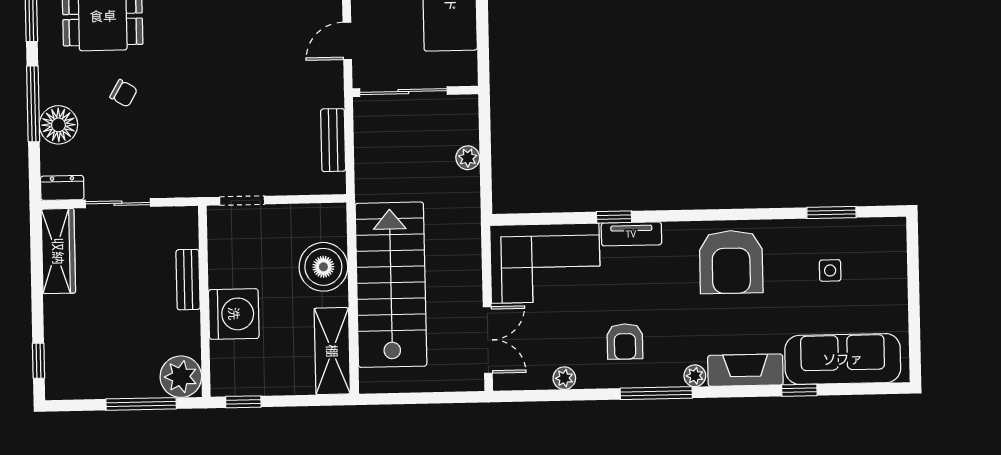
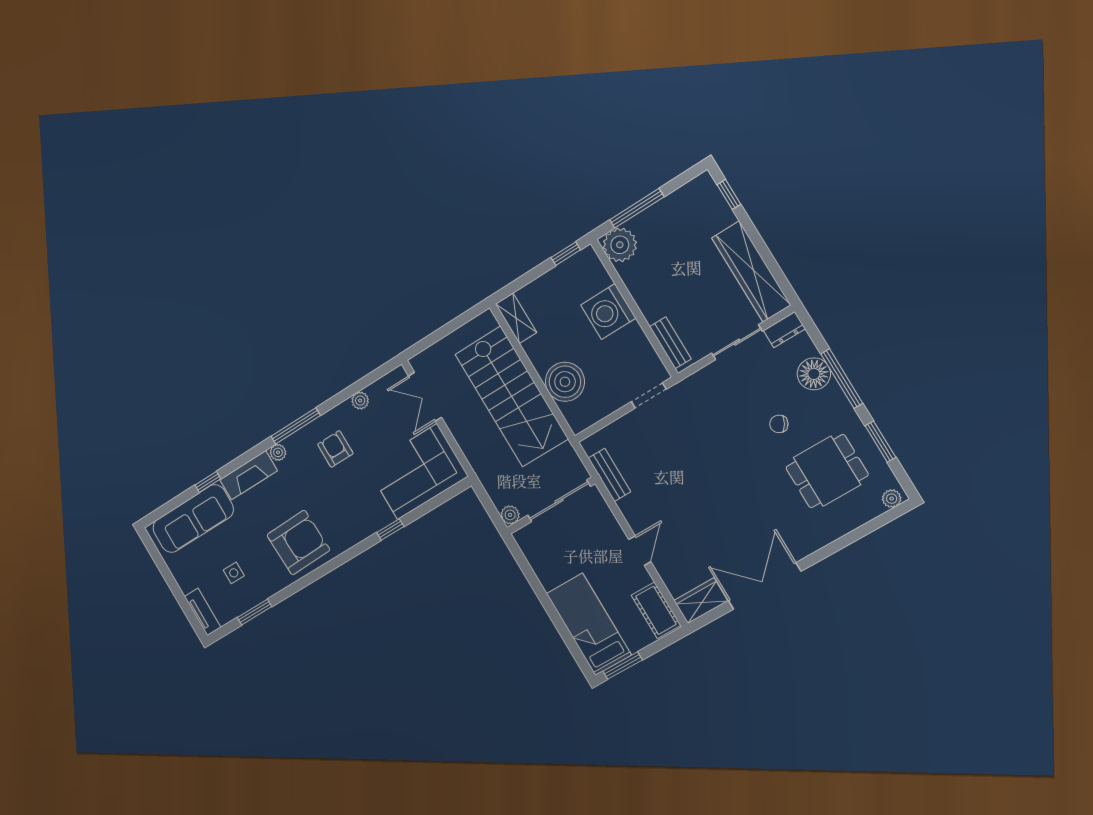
wall: (415, 91) -> (551, 506), moved
sliding door: (403, 92) -> (559, 501), moved
tv unit: (631, 234) -> (203, 612), moved, turned 90
wardrobe: (58, 251) -> (751, 271), width x1.40, depth x1.17
armchair: (731, 262) -> (298, 543), turned 88
bench: (188, 280) -> (670, 343), moved
shelving: (332, 351) -> (516, 318), width x0.67, depth x0.75

